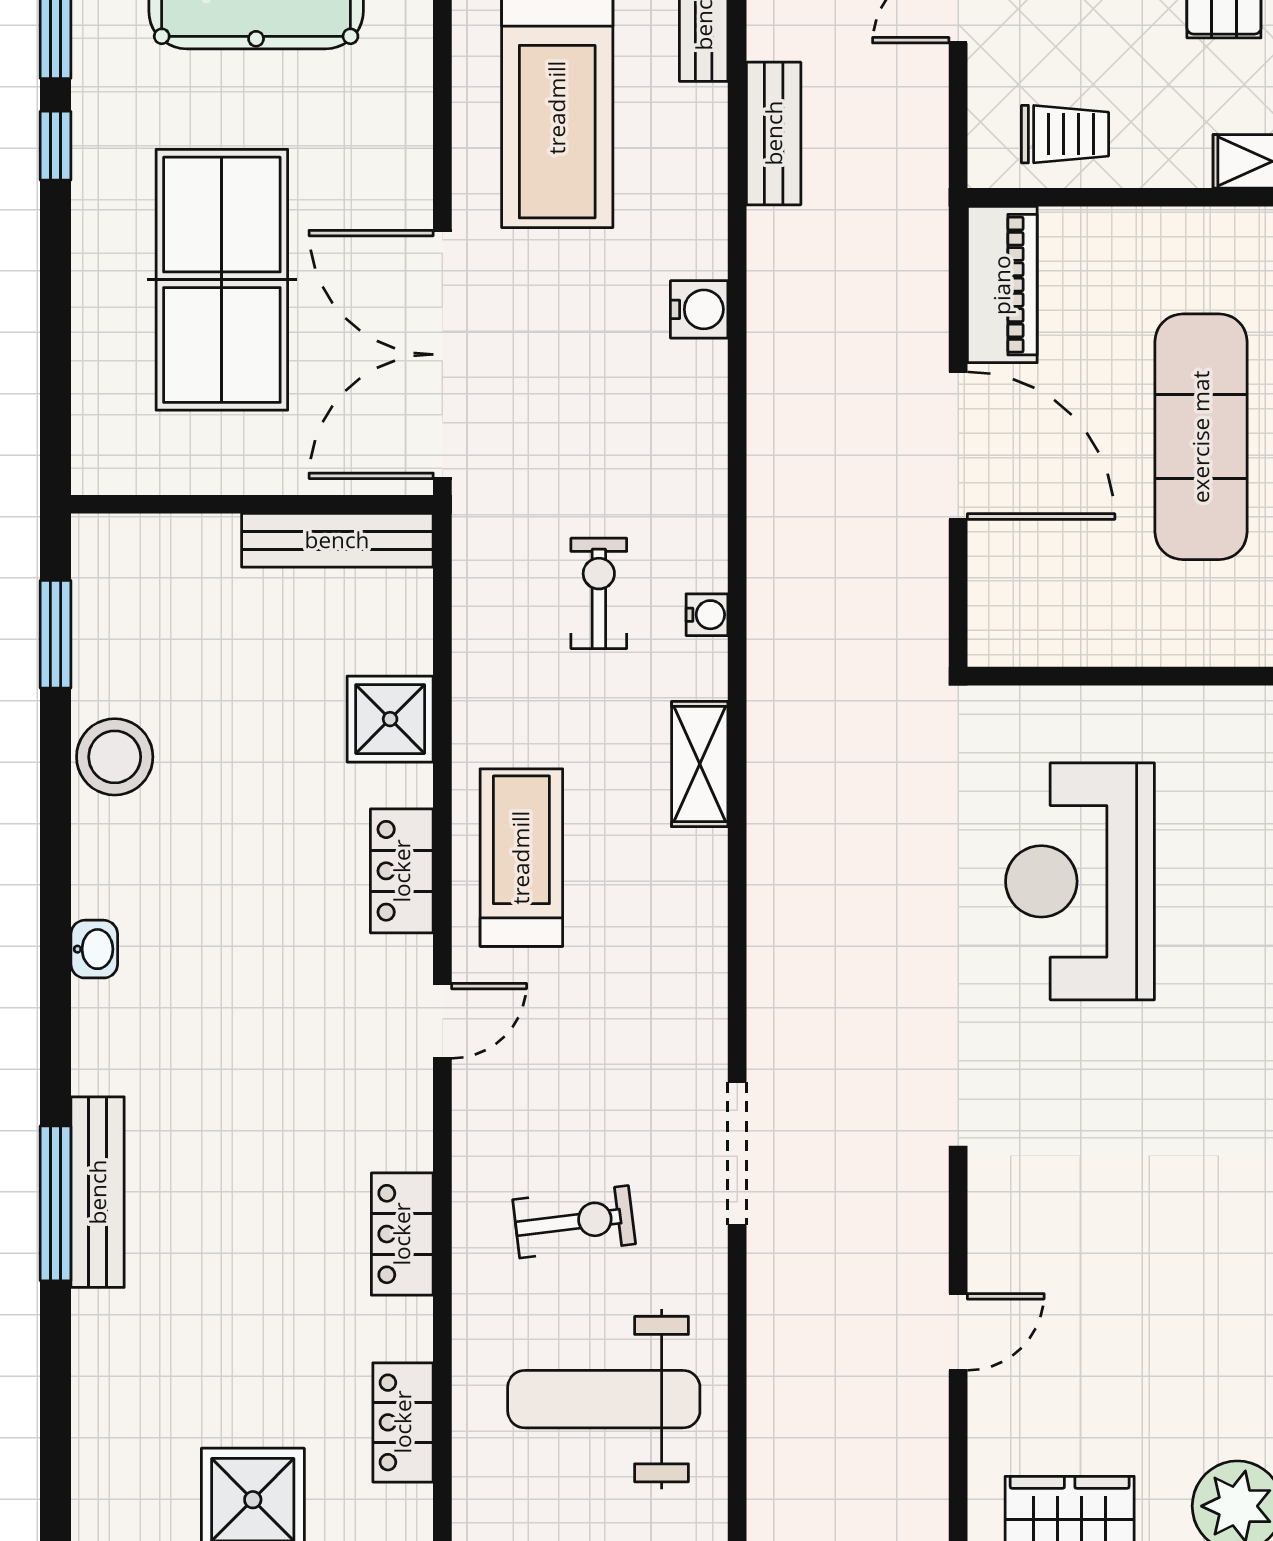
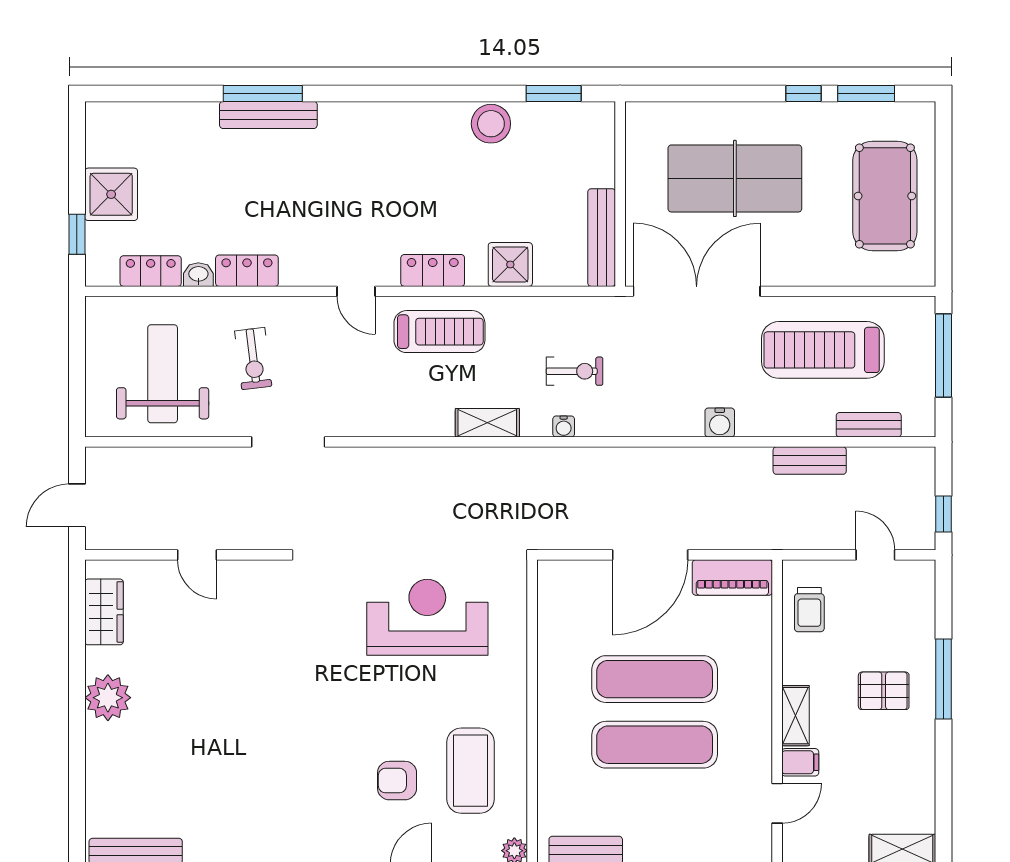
washbasin: (94, 949) -> (198, 275), moved, turned 180

